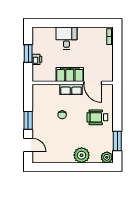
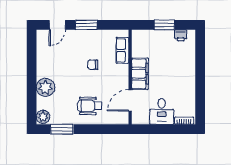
desk: (66, 38) -> (162, 111), moved, turned 90
printer: (37, 59) -> (181, 35), moved
row of seats: (71, 89) -> (122, 50), moved
wheelchair: (97, 117) -> (90, 106), turned -90

